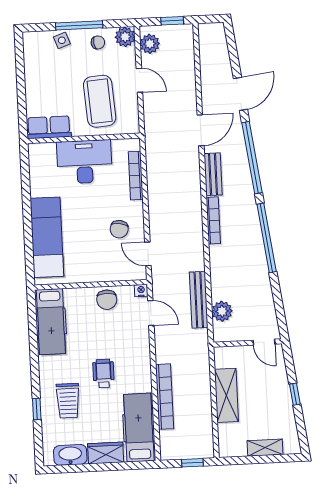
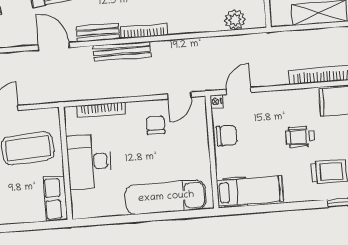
chair: (119, 229) -> (156, 125), turned -100
bench: (199, 300) -> (122, 51), moved

